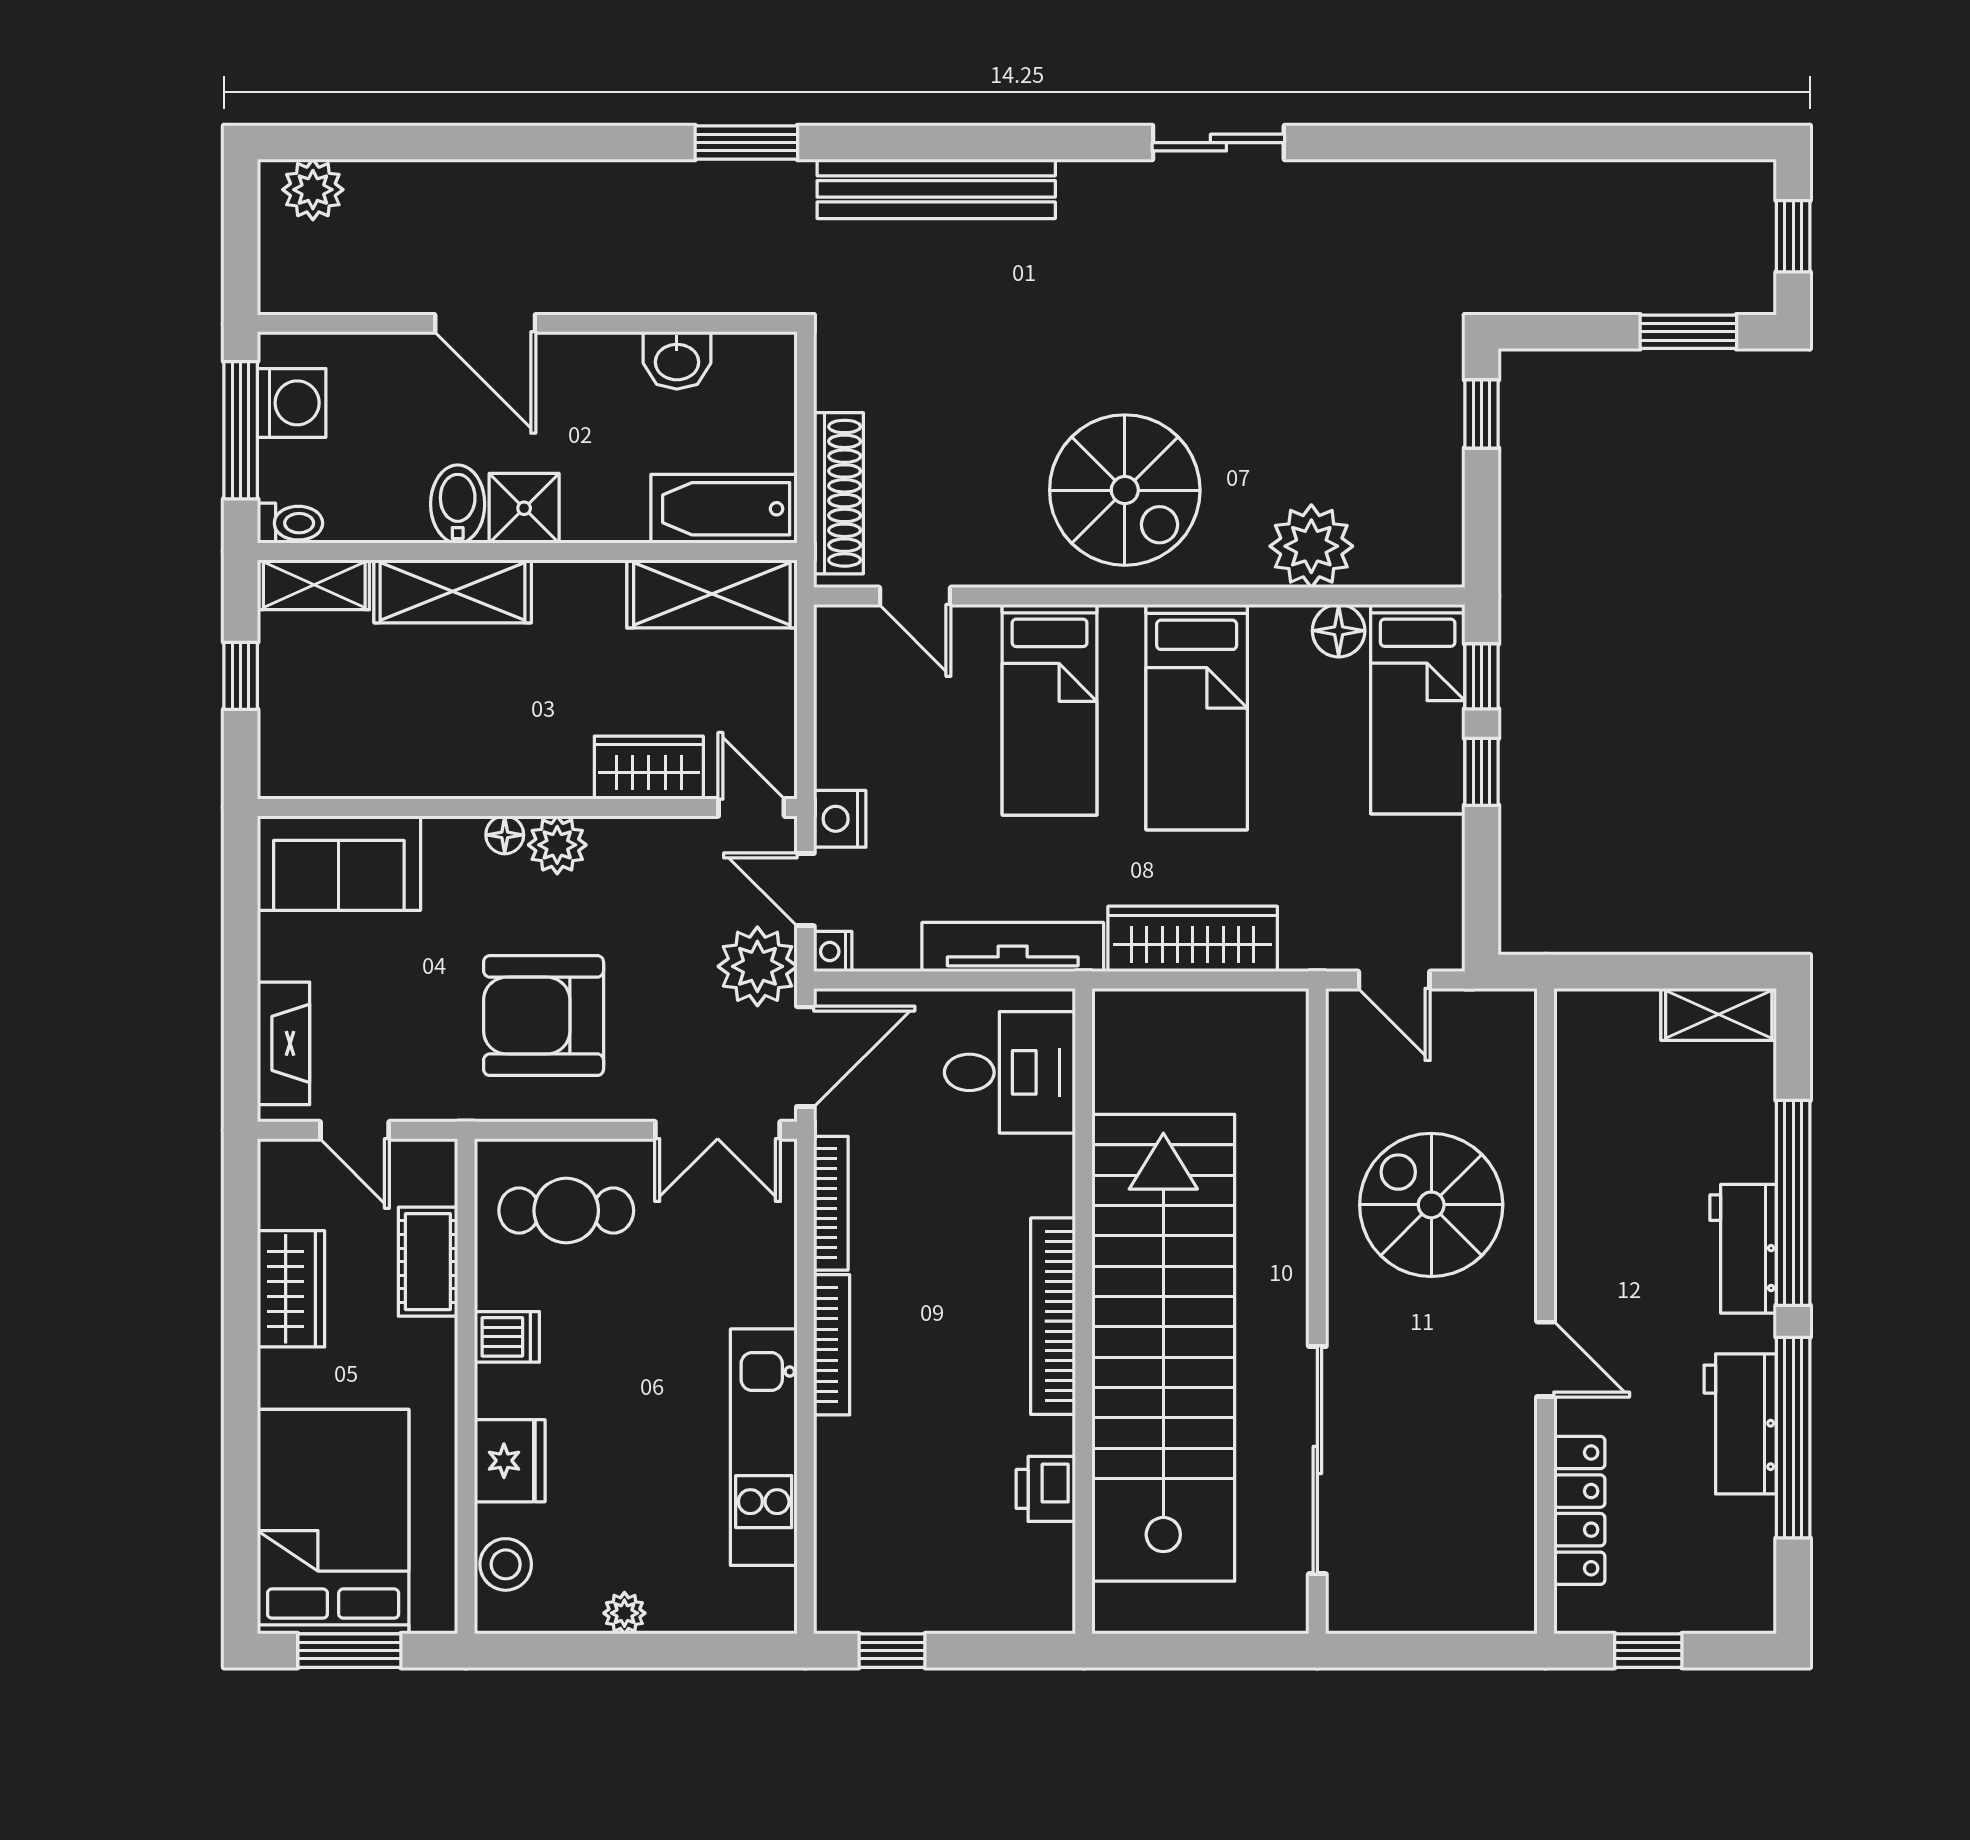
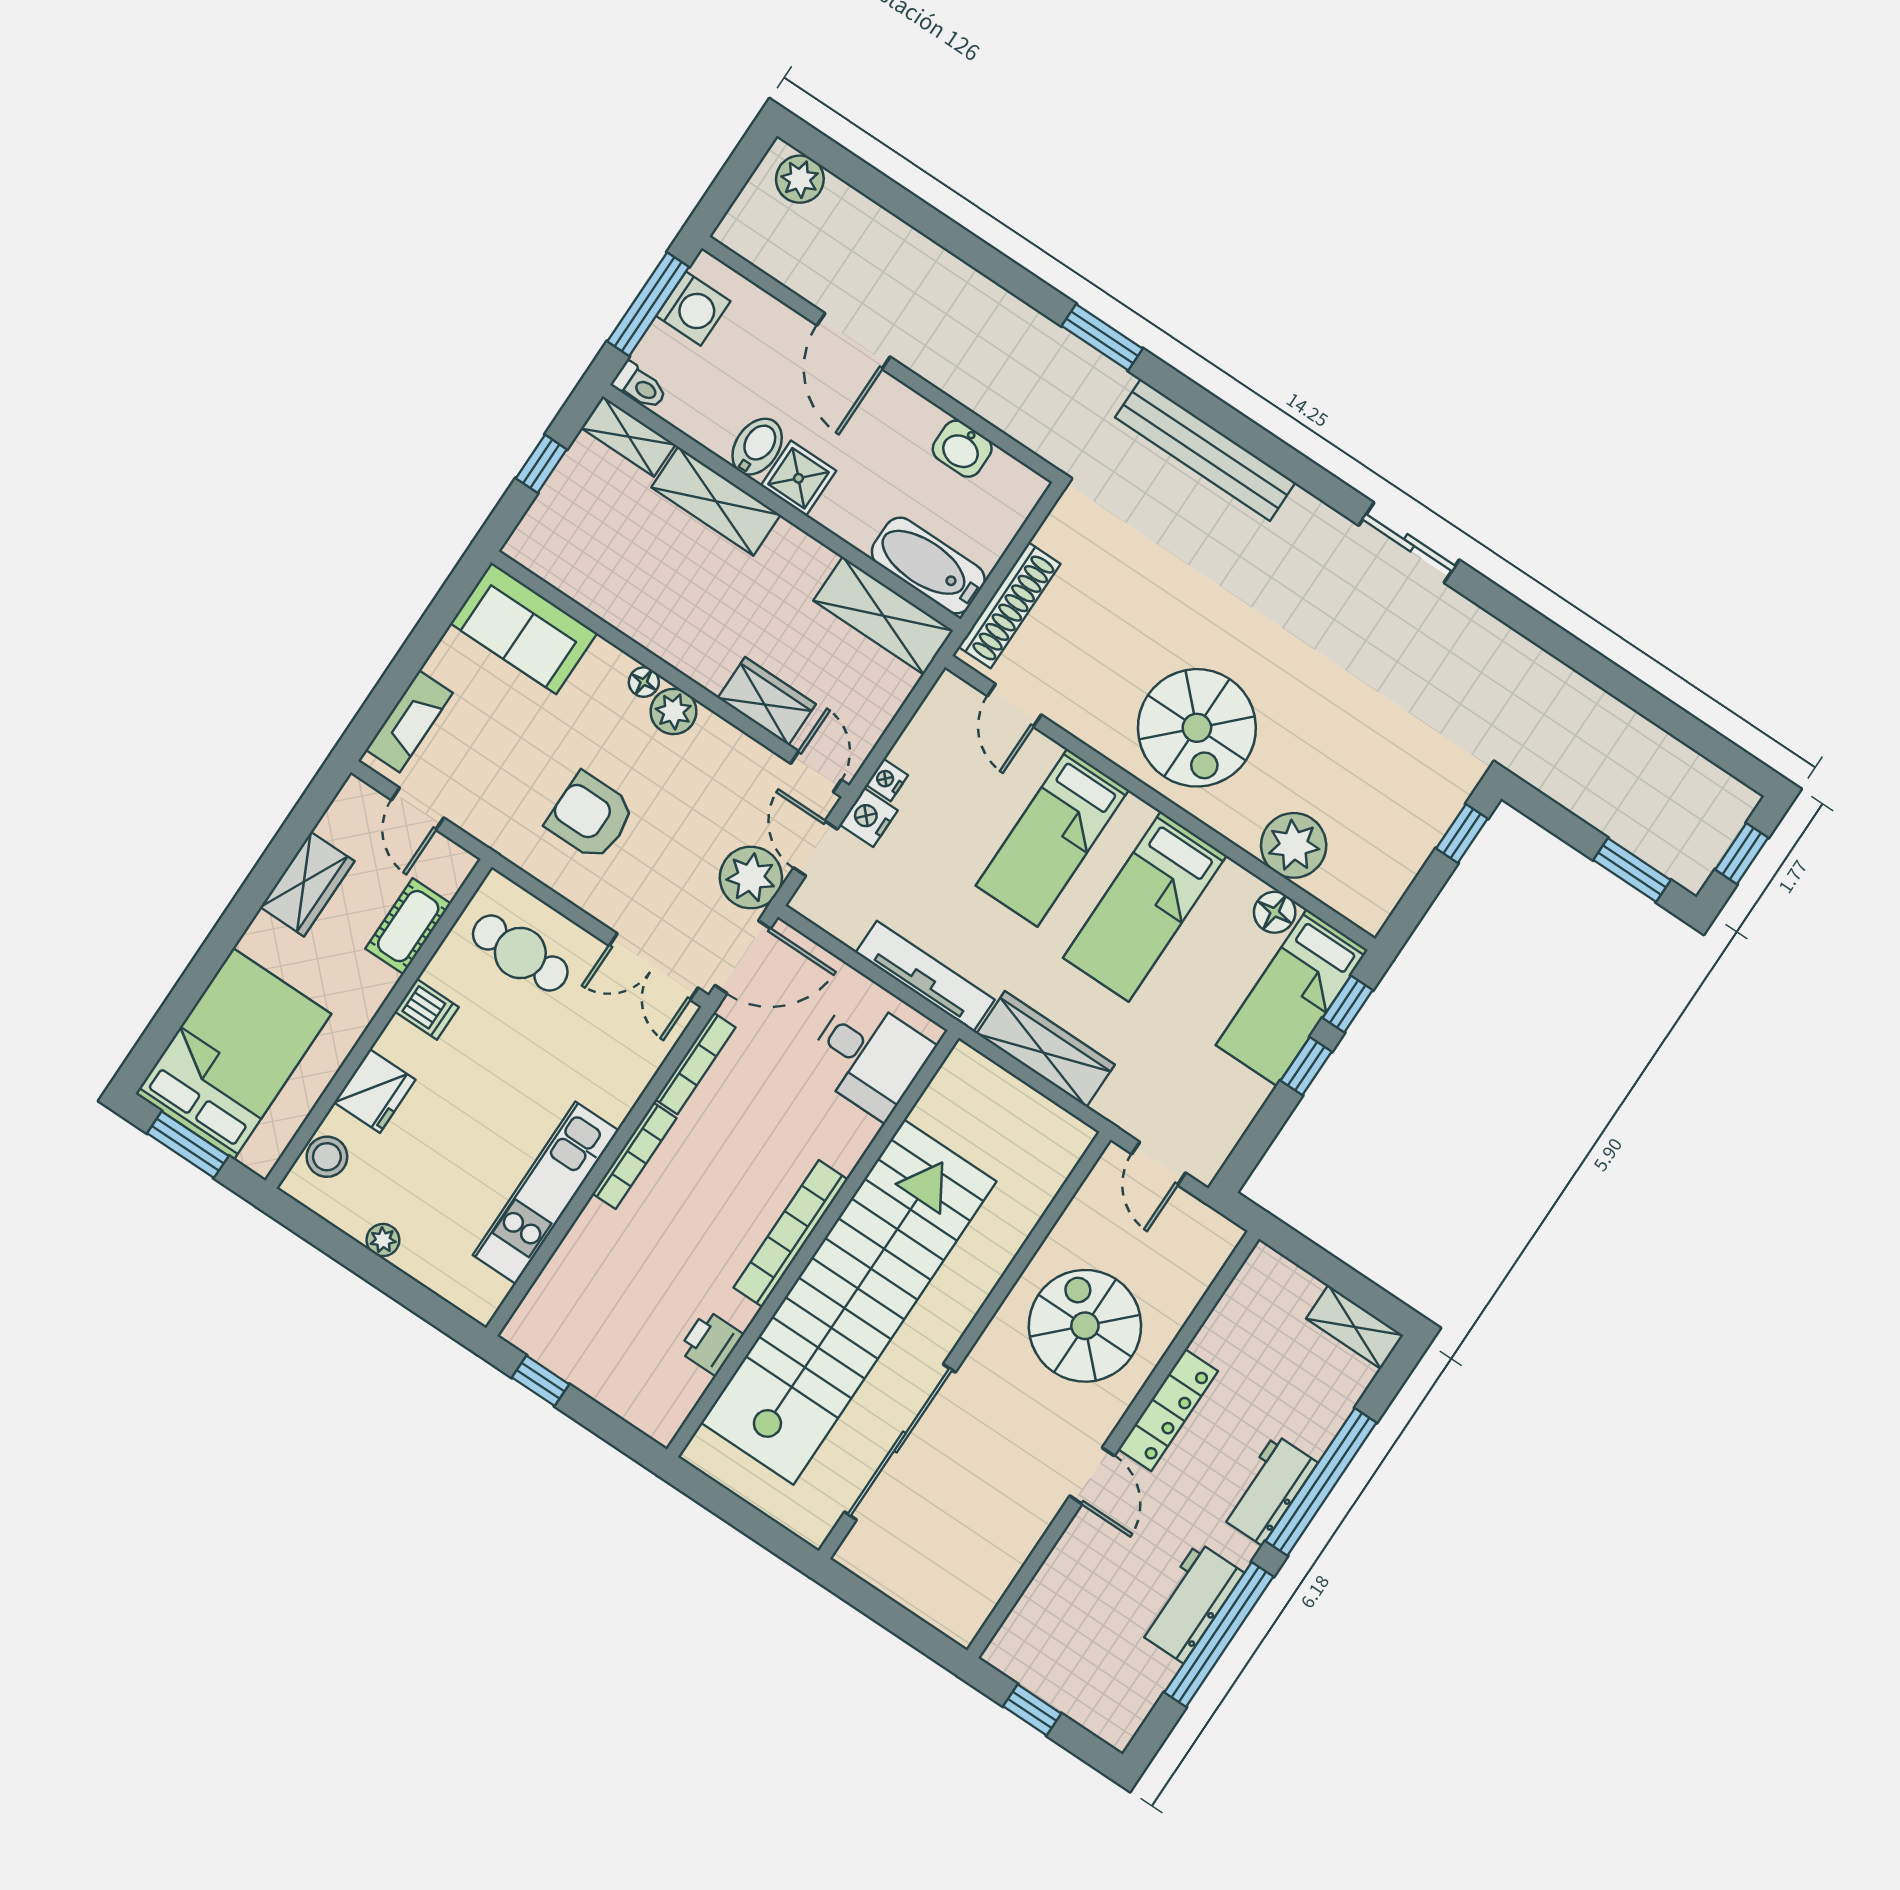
nightstand: (833, 952) -> (887, 780), moved
armchair: (544, 1016) -> (590, 816), width x0.73, depth x0.73
locker: (1579, 1510) -> (1168, 1410), moved

